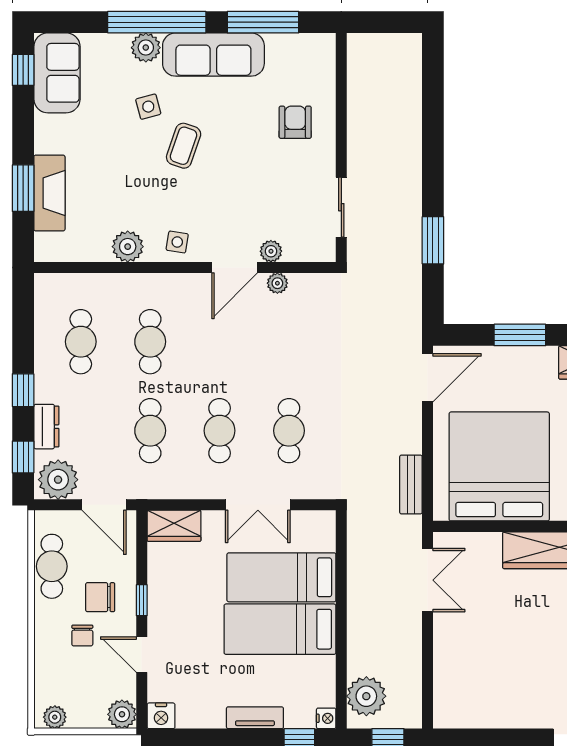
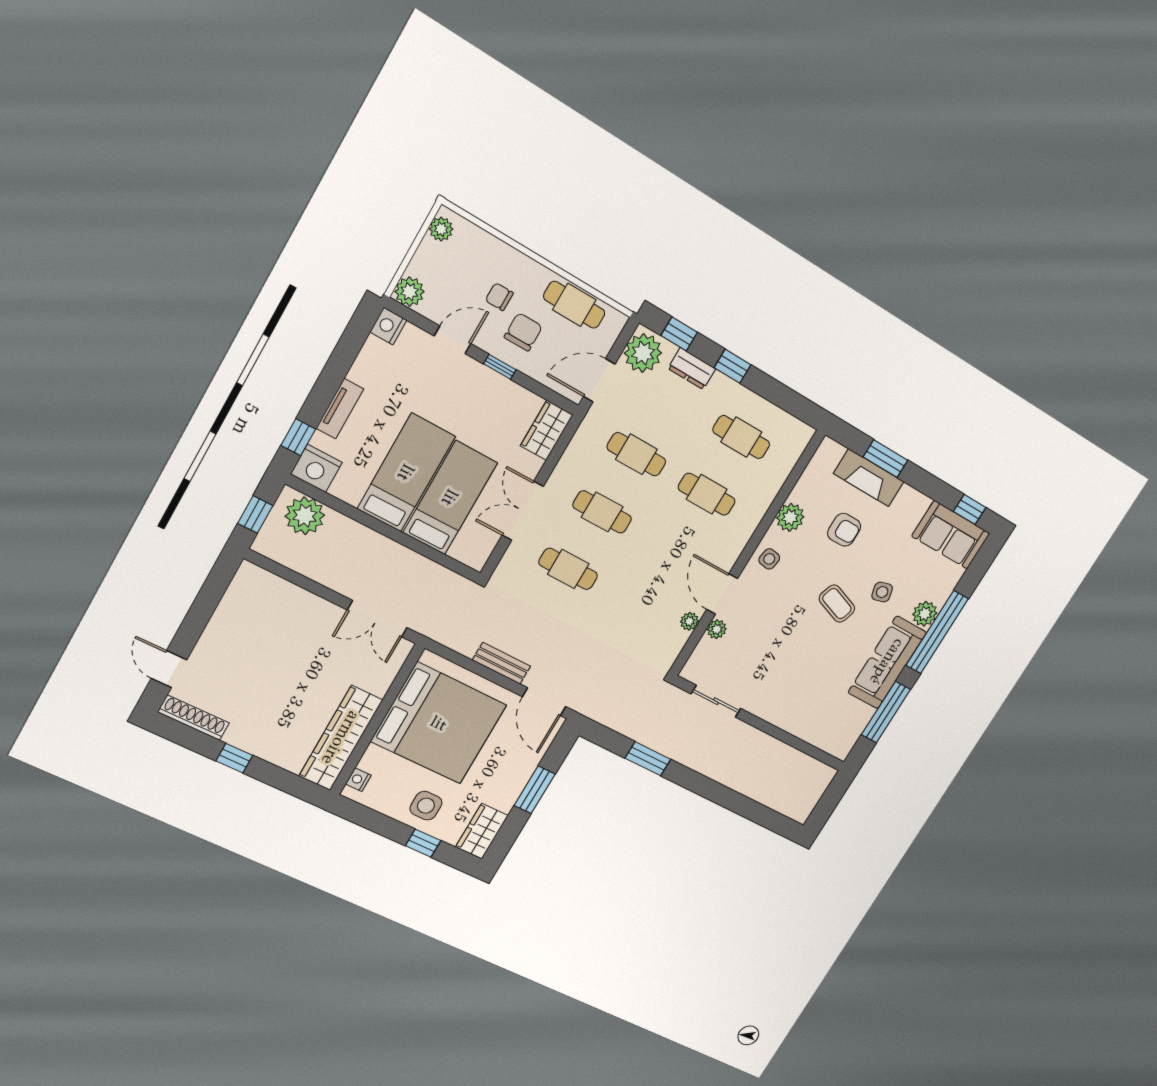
armchair: (295, 122) -> (844, 530), moved
bench: (411, 484) -> (501, 663), moved
nightstand: (326, 718) -> (316, 468), width x1.89, depth x1.79

